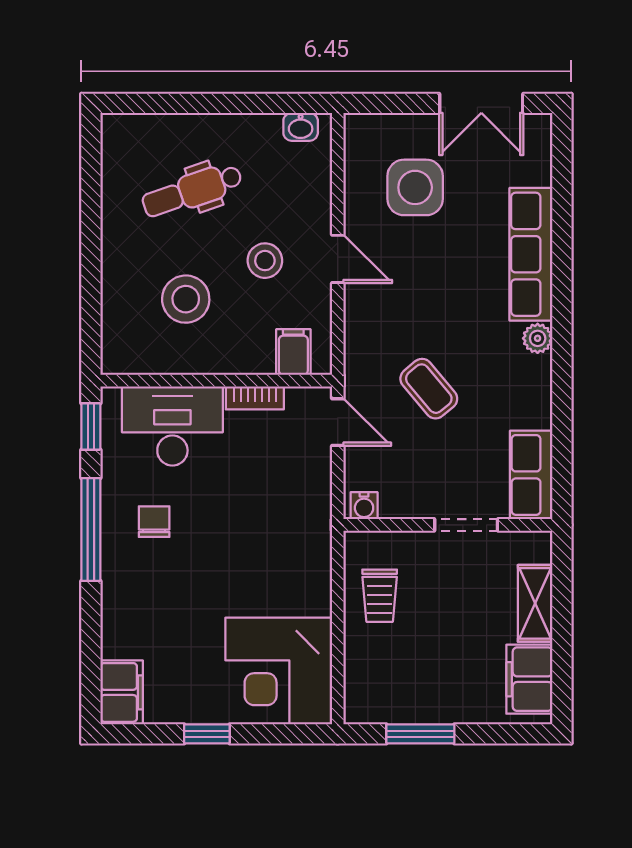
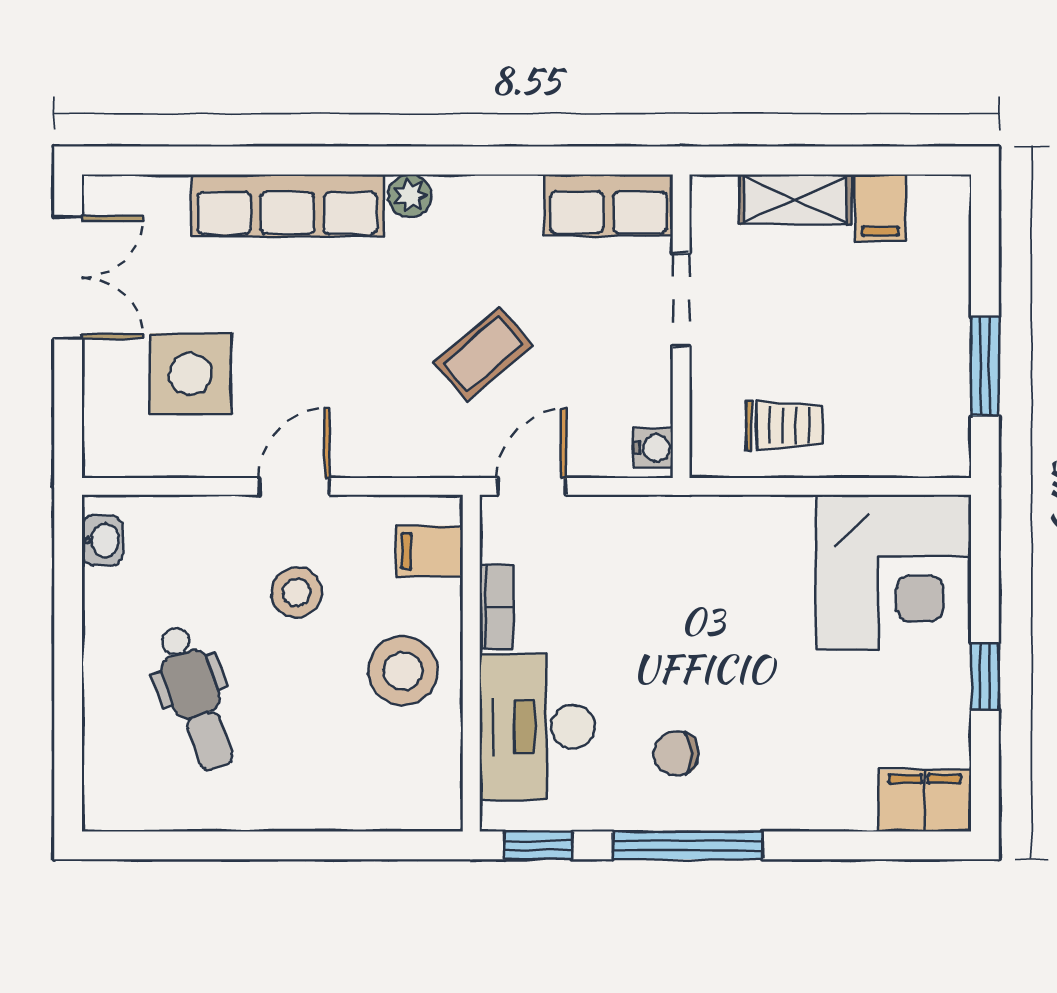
stool: (186, 299) -> (403, 671), moved
filing cabinet: (529, 679) -> (880, 208), width x0.50

